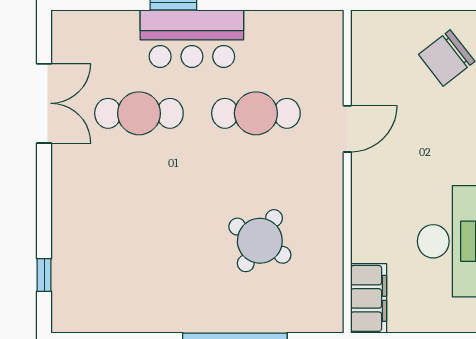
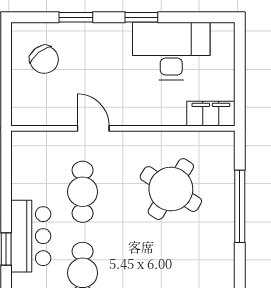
round table: (260, 241) -> (171, 189), width x1.36, depth x1.36

